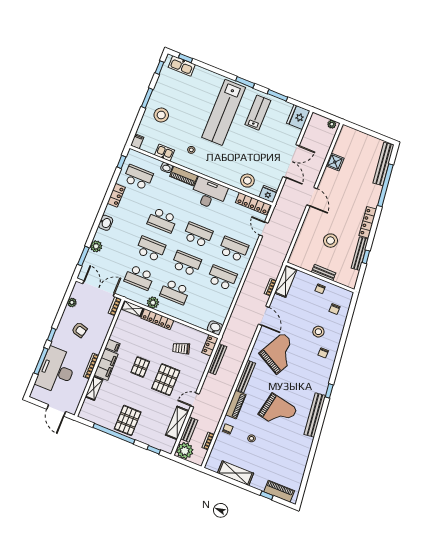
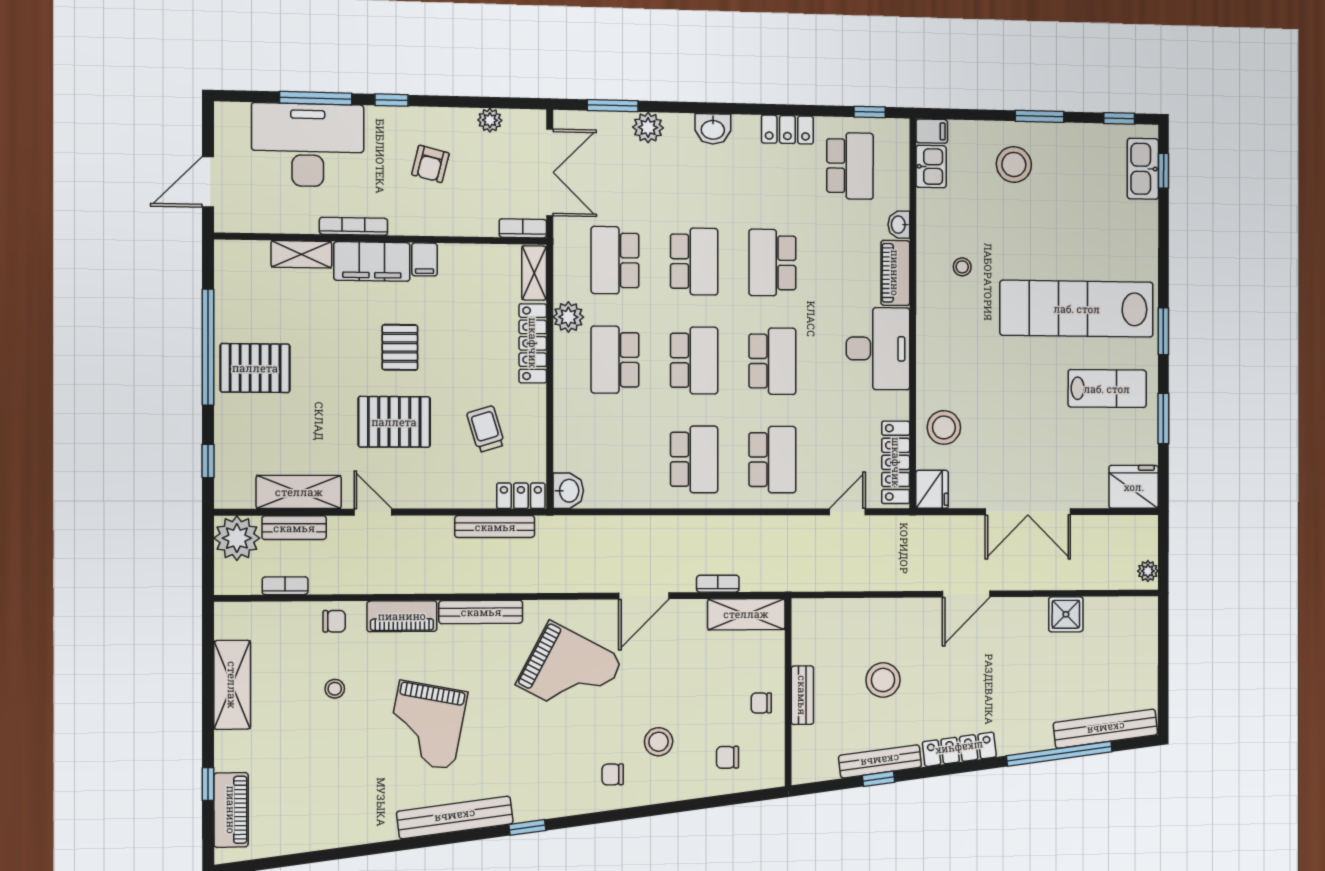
kitchen sink: (164, 153) -> (931, 167), moved
pallet: (140, 367) -> (400, 347), turned 90

